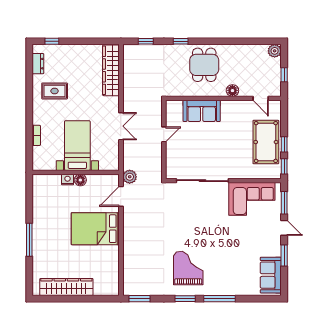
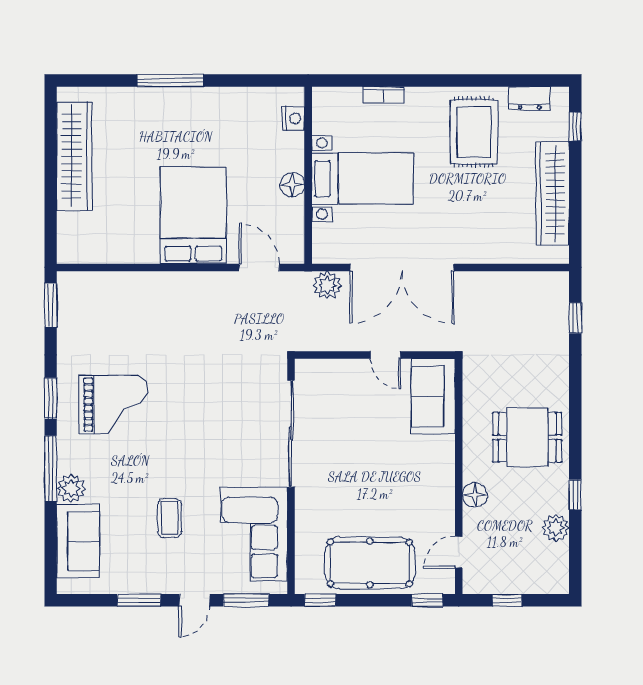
window: (181, 41) -> (575, 495), moved
plant: (275, 51) -> (556, 528), moved
wardrobe: (111, 70) -> (552, 194), moved, turned -90
rug: (55, 91) -> (474, 132), width x1.36, depth x1.43
sofa: (202, 111) -> (433, 396), moved
double door: (121, 126) -> (402, 267), width x1.87
window: (284, 144) -> (427, 600), moved
plant: (130, 177) -> (327, 285), moved
nightstand: (68, 180) -> (293, 118), moved
coffee table: (244, 240) -> (170, 518), added
sofa: (271, 275) -> (78, 541), moved, turned 90
plant: (229, 289) -> (71, 488), added

